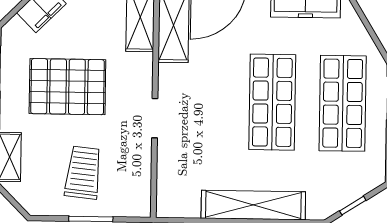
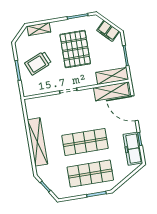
trolley: (83, 173) -> (38, 63), turned 151

